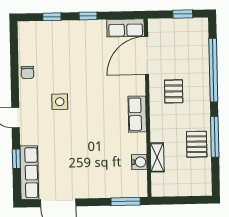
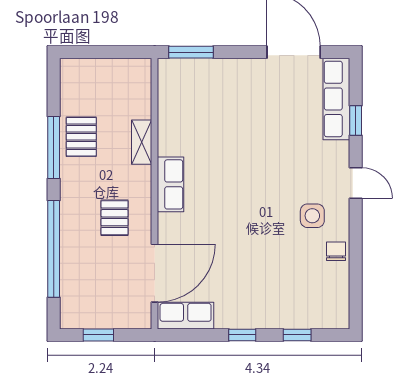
side table: (60, 102) -> (312, 216), moved
shelving: (157, 157) -> (142, 142), moved
water cooler: (139, 162) -> (169, 112), removed

